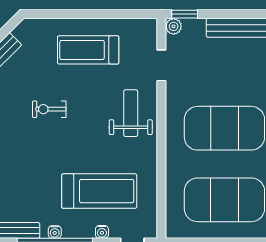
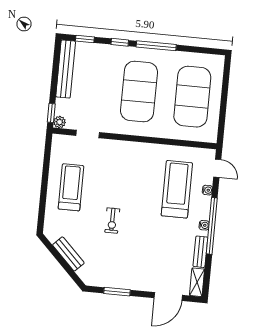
treadmill: (88, 50) -> (71, 187), turned 180
weight bench: (131, 113) -> (121, 160), removed

